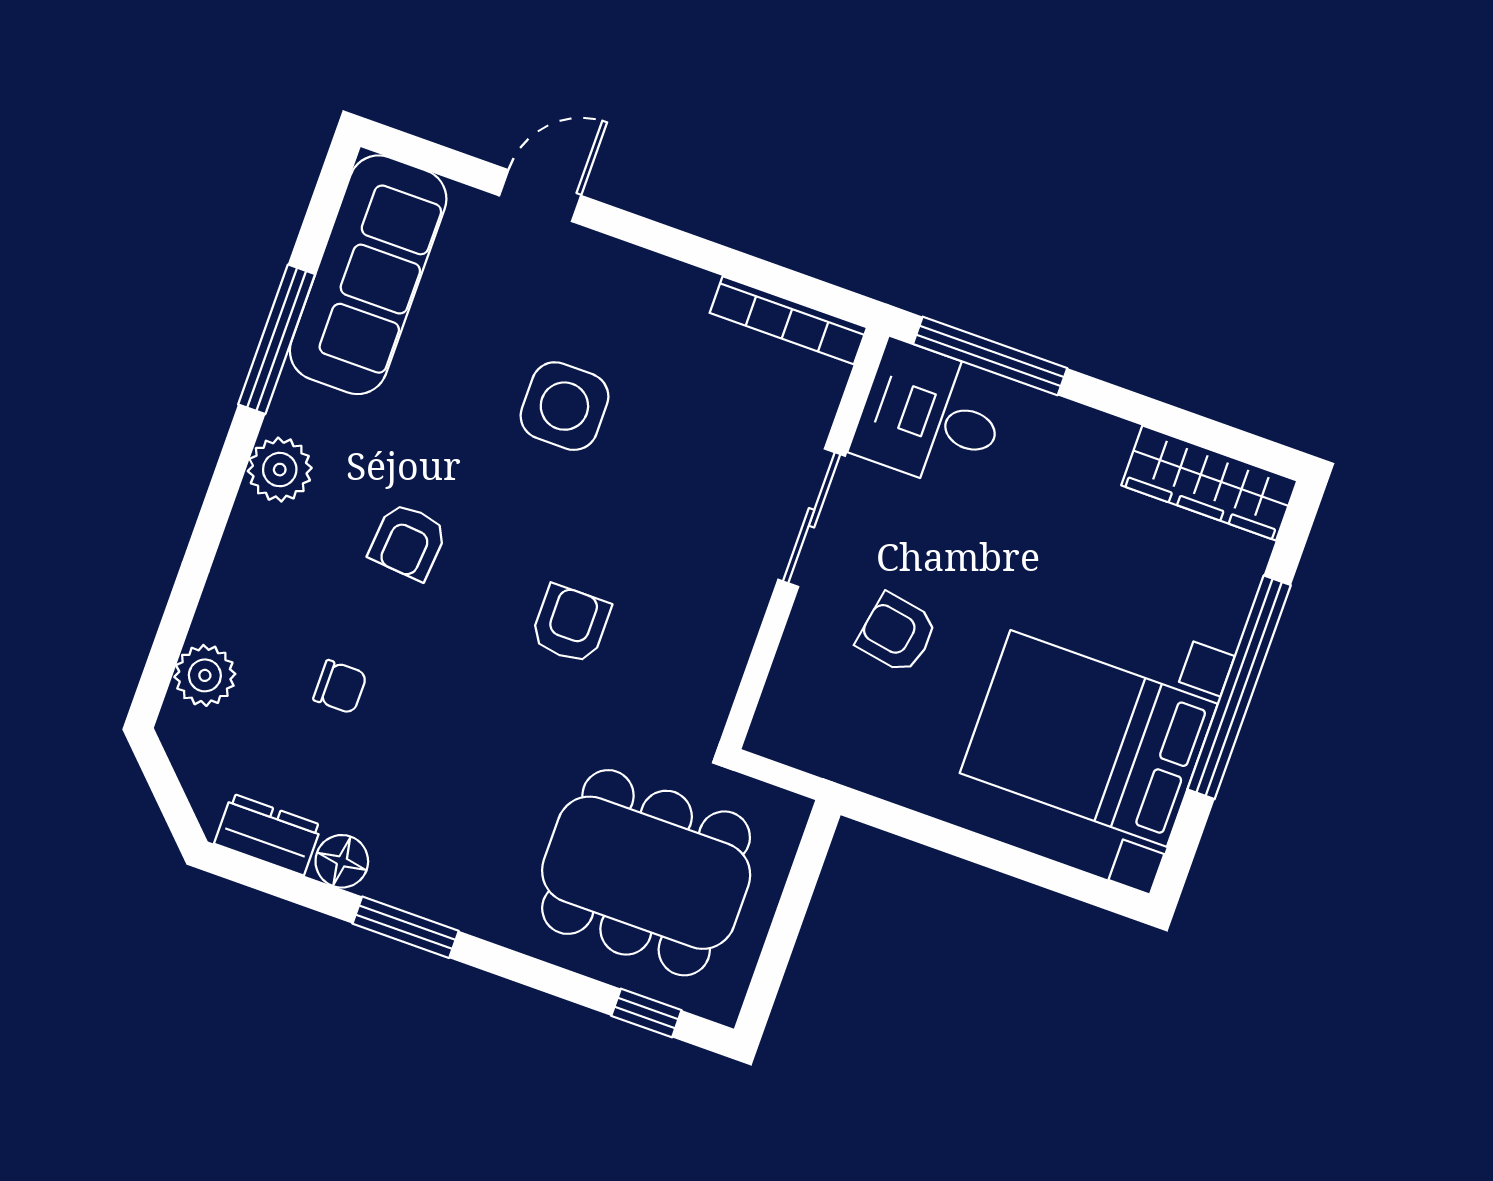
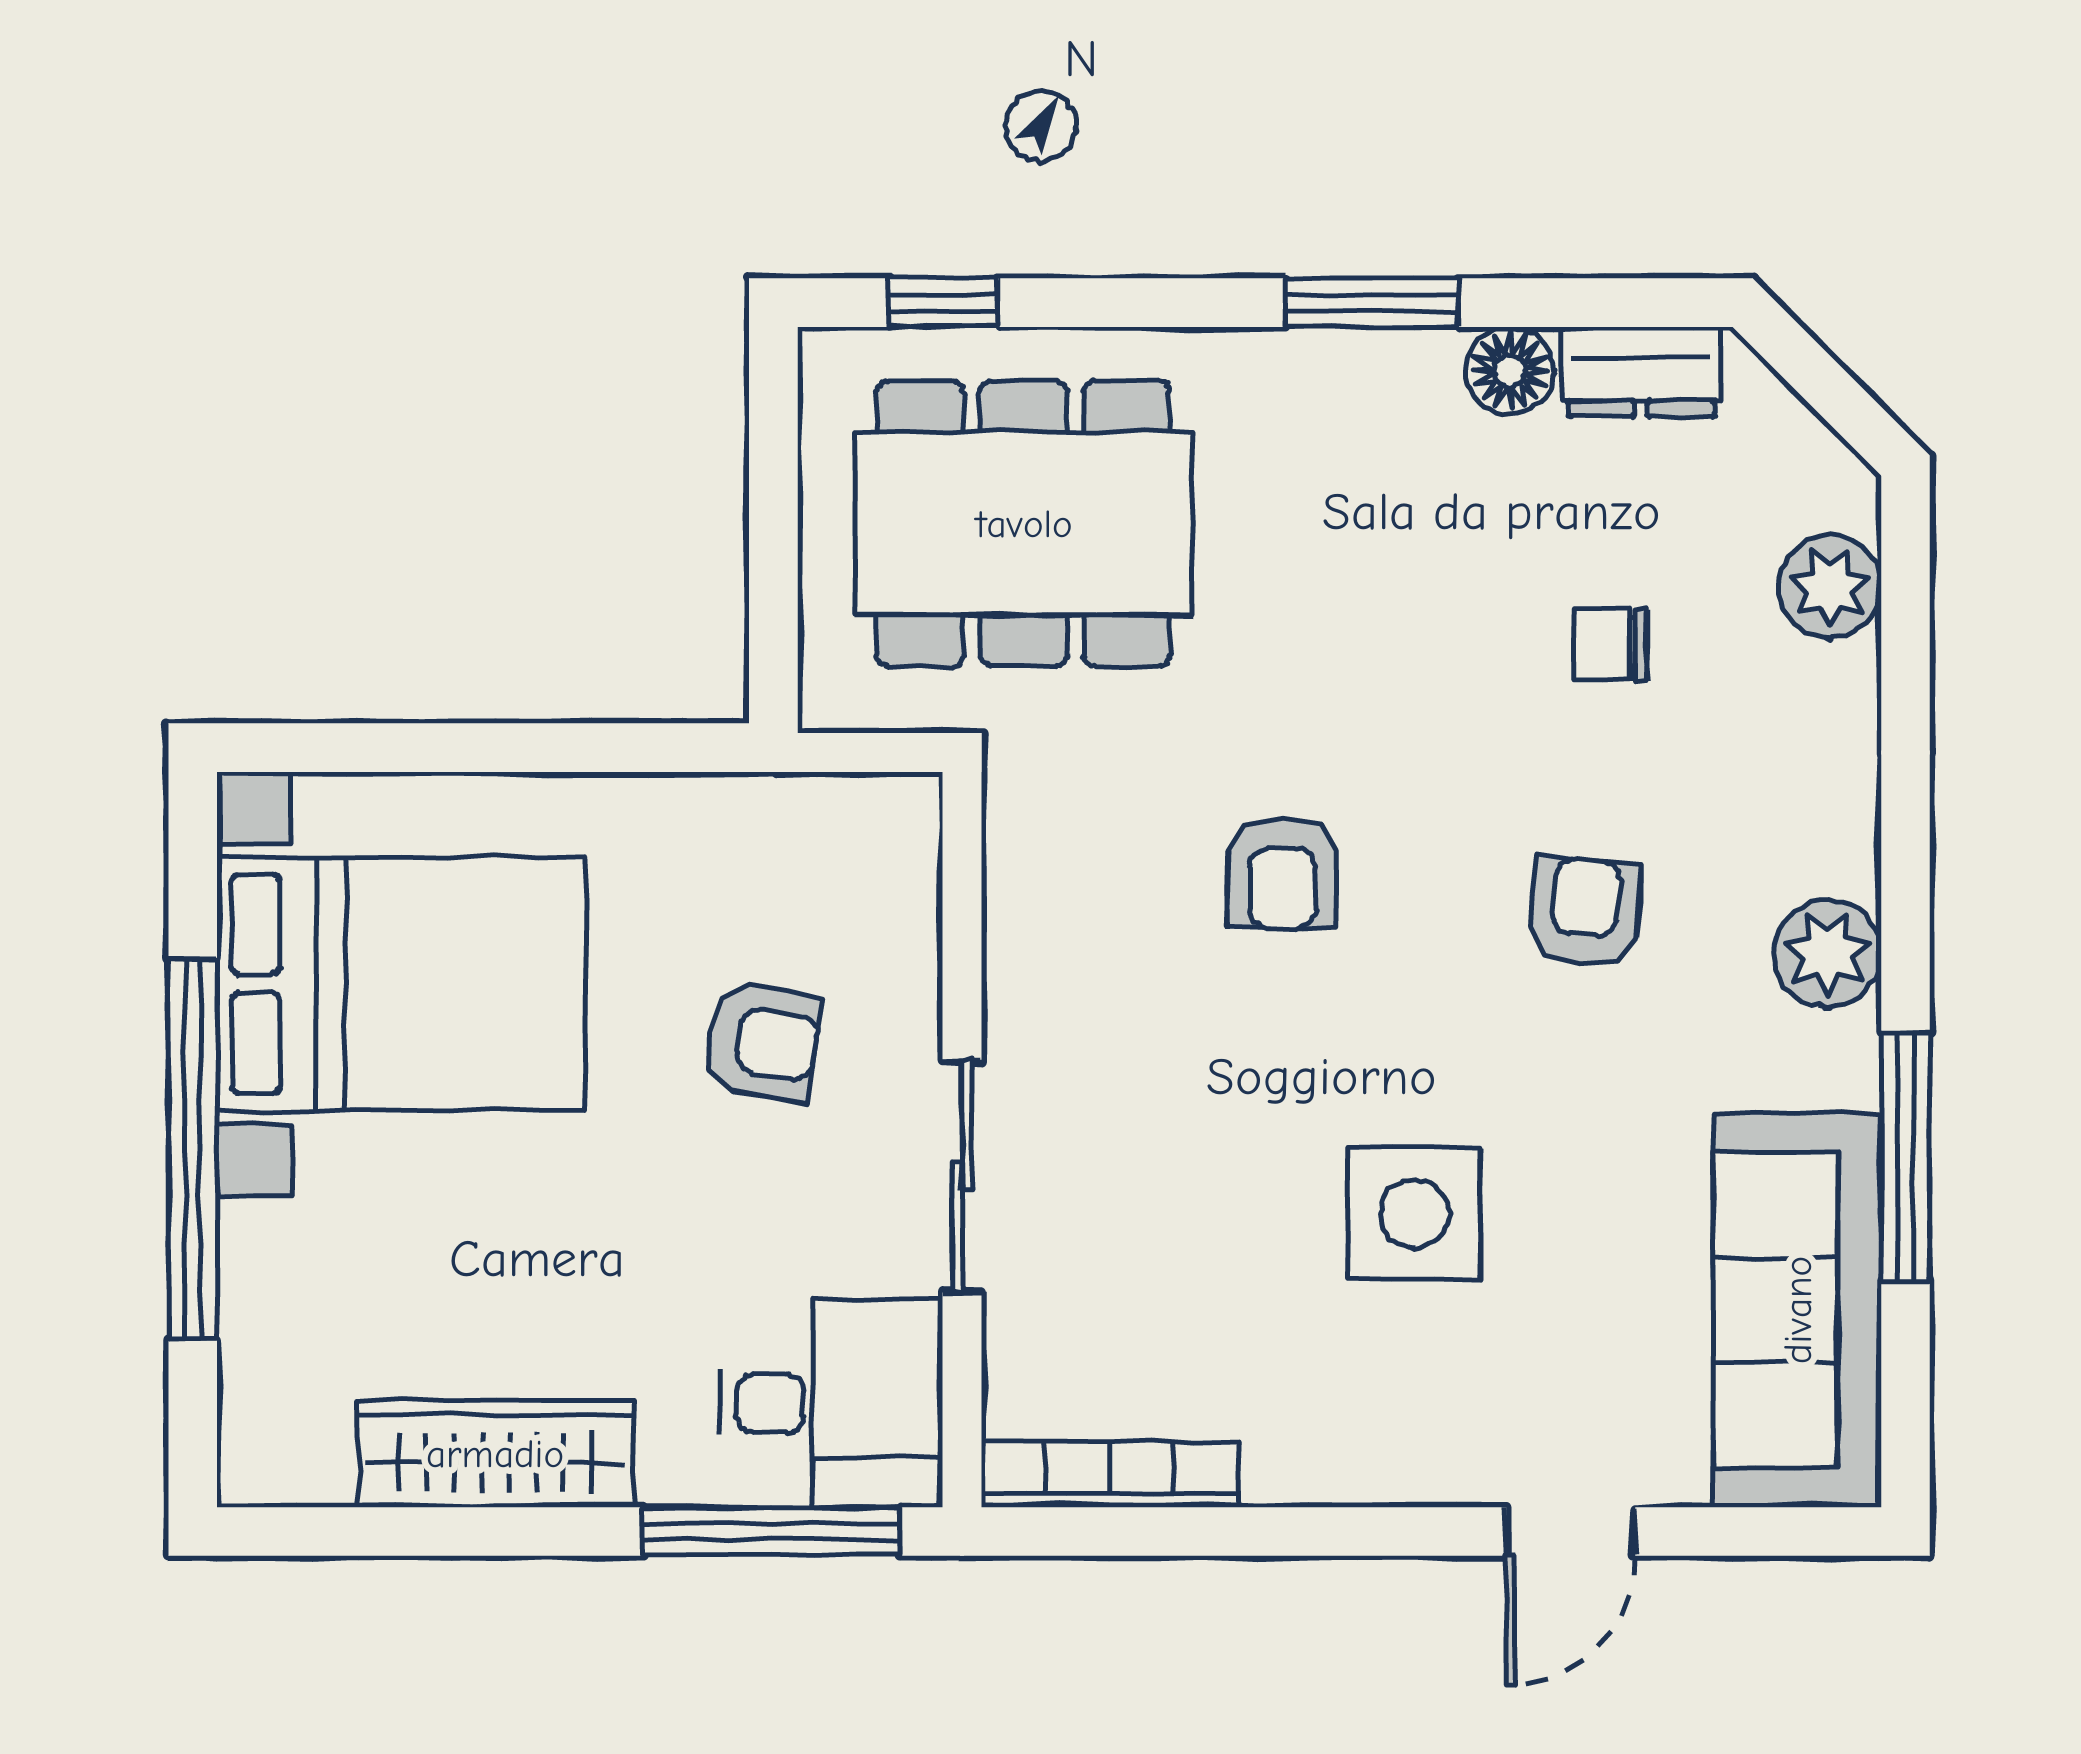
wardrobe: (1209, 483) -> (495, 1454), moved

